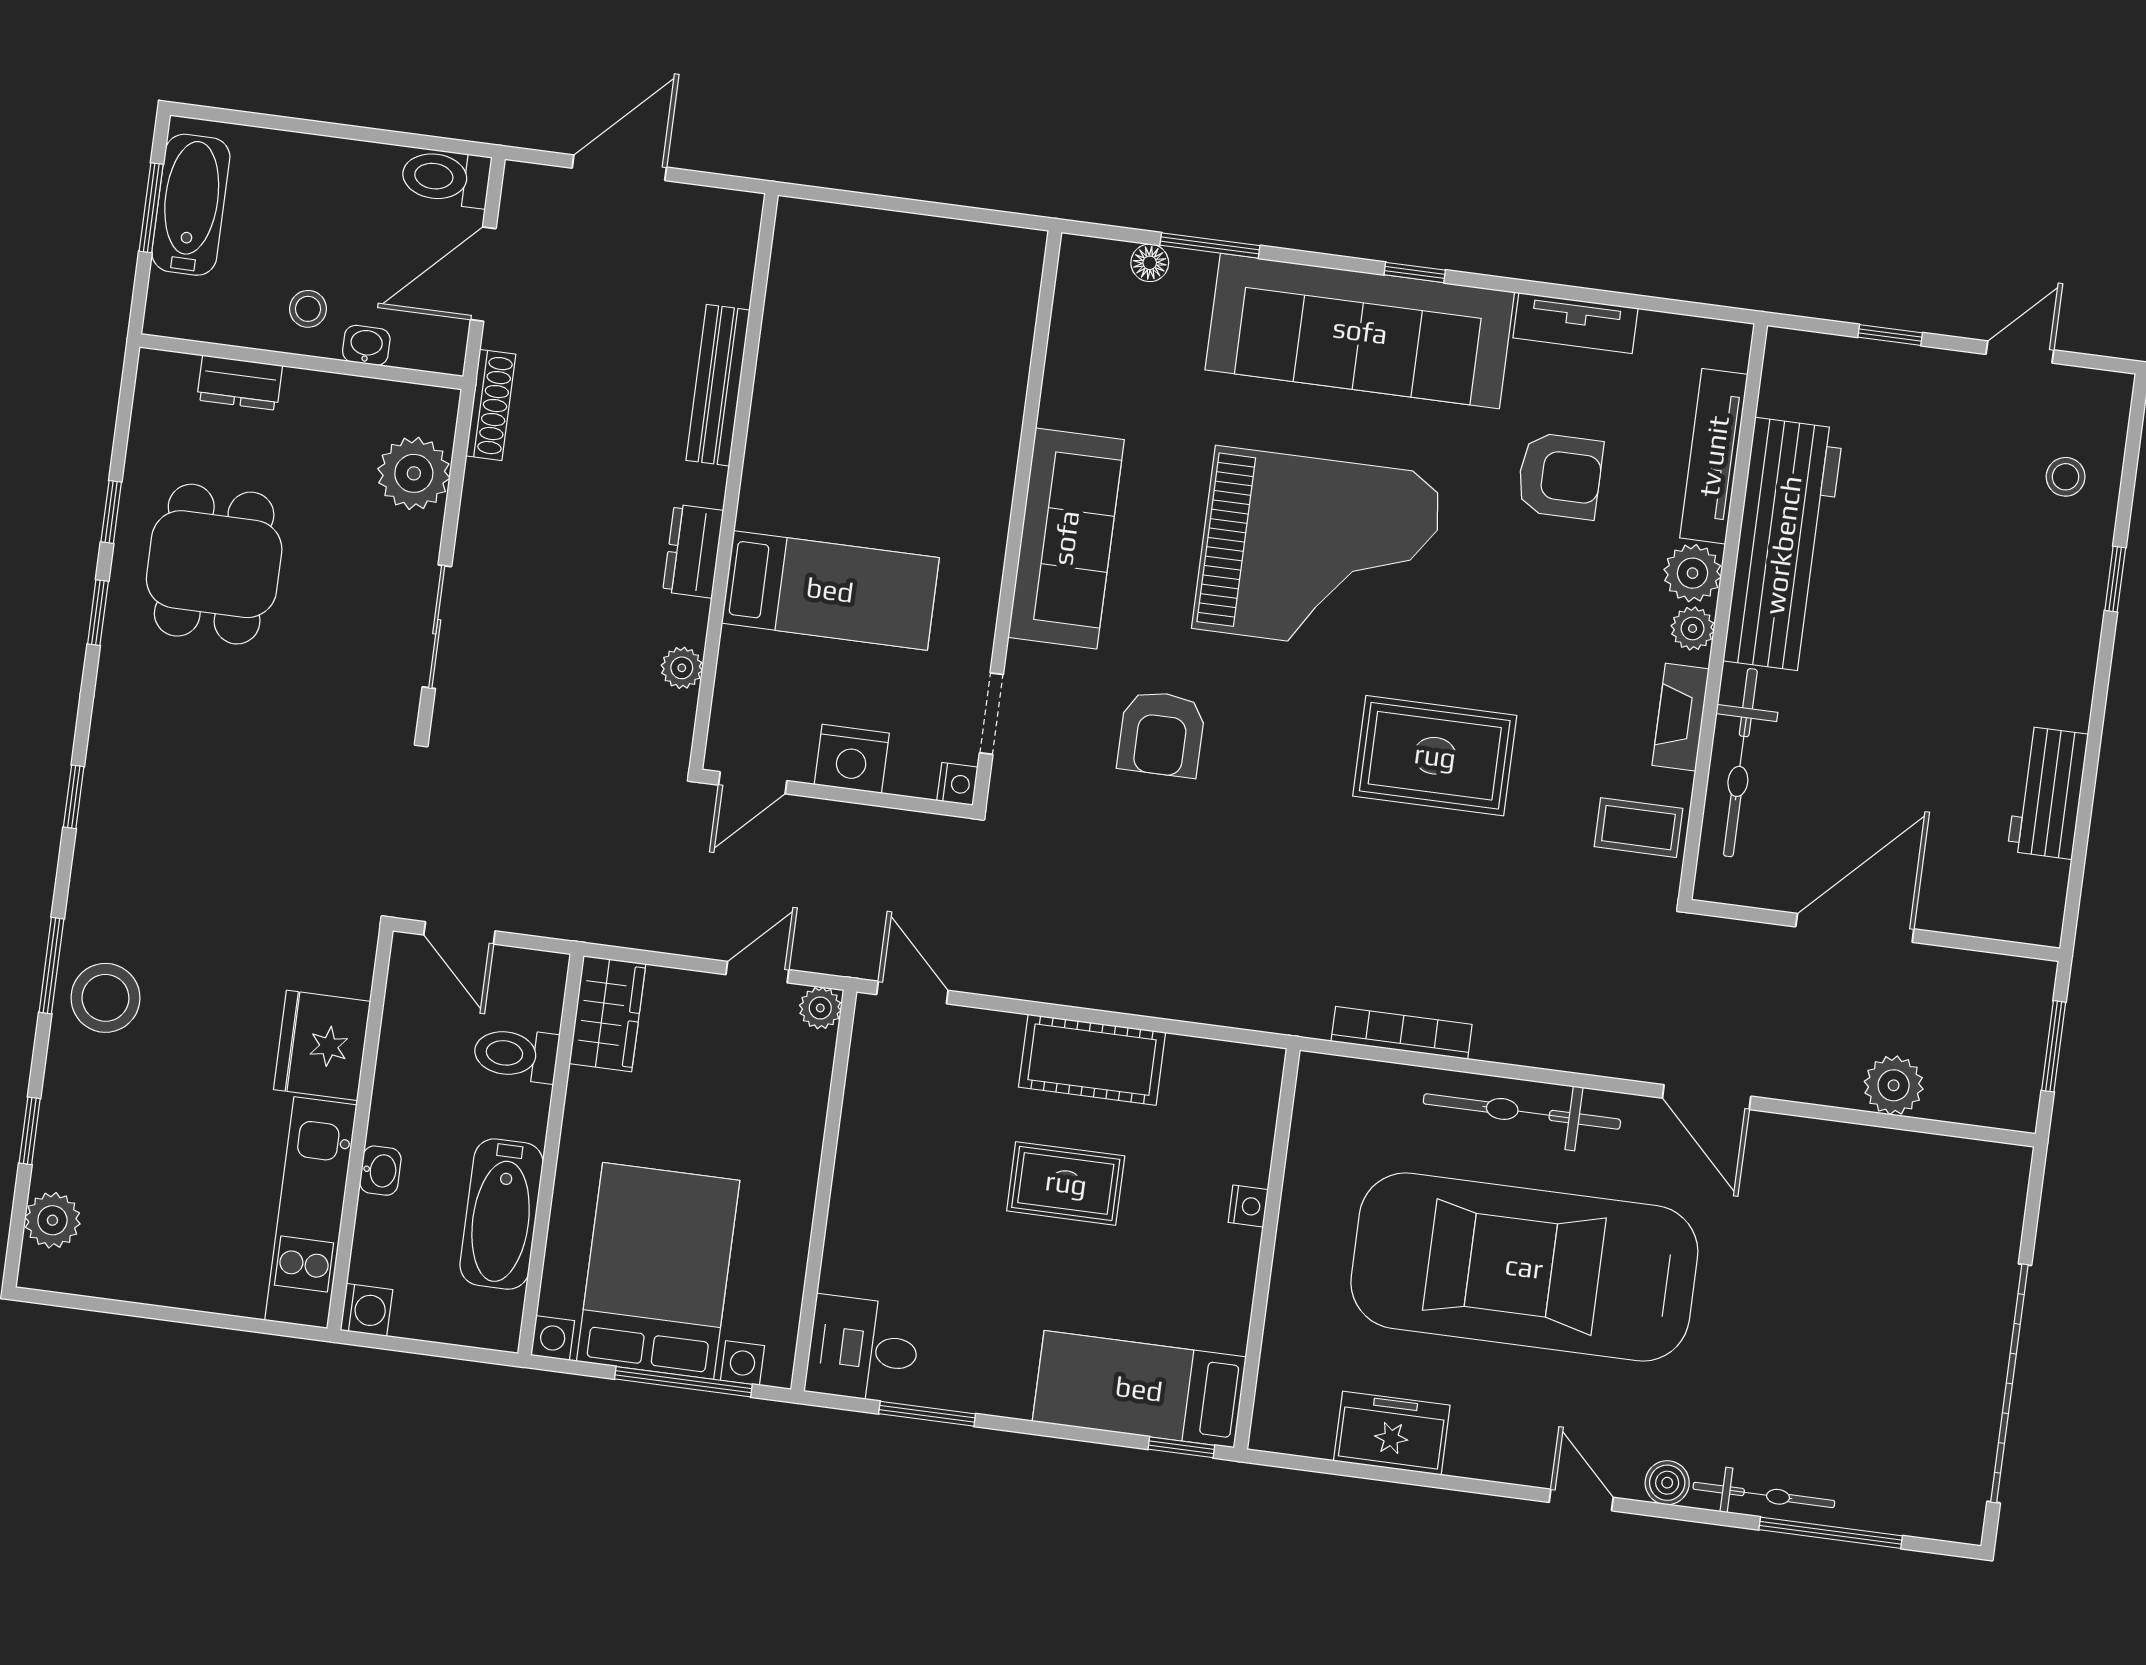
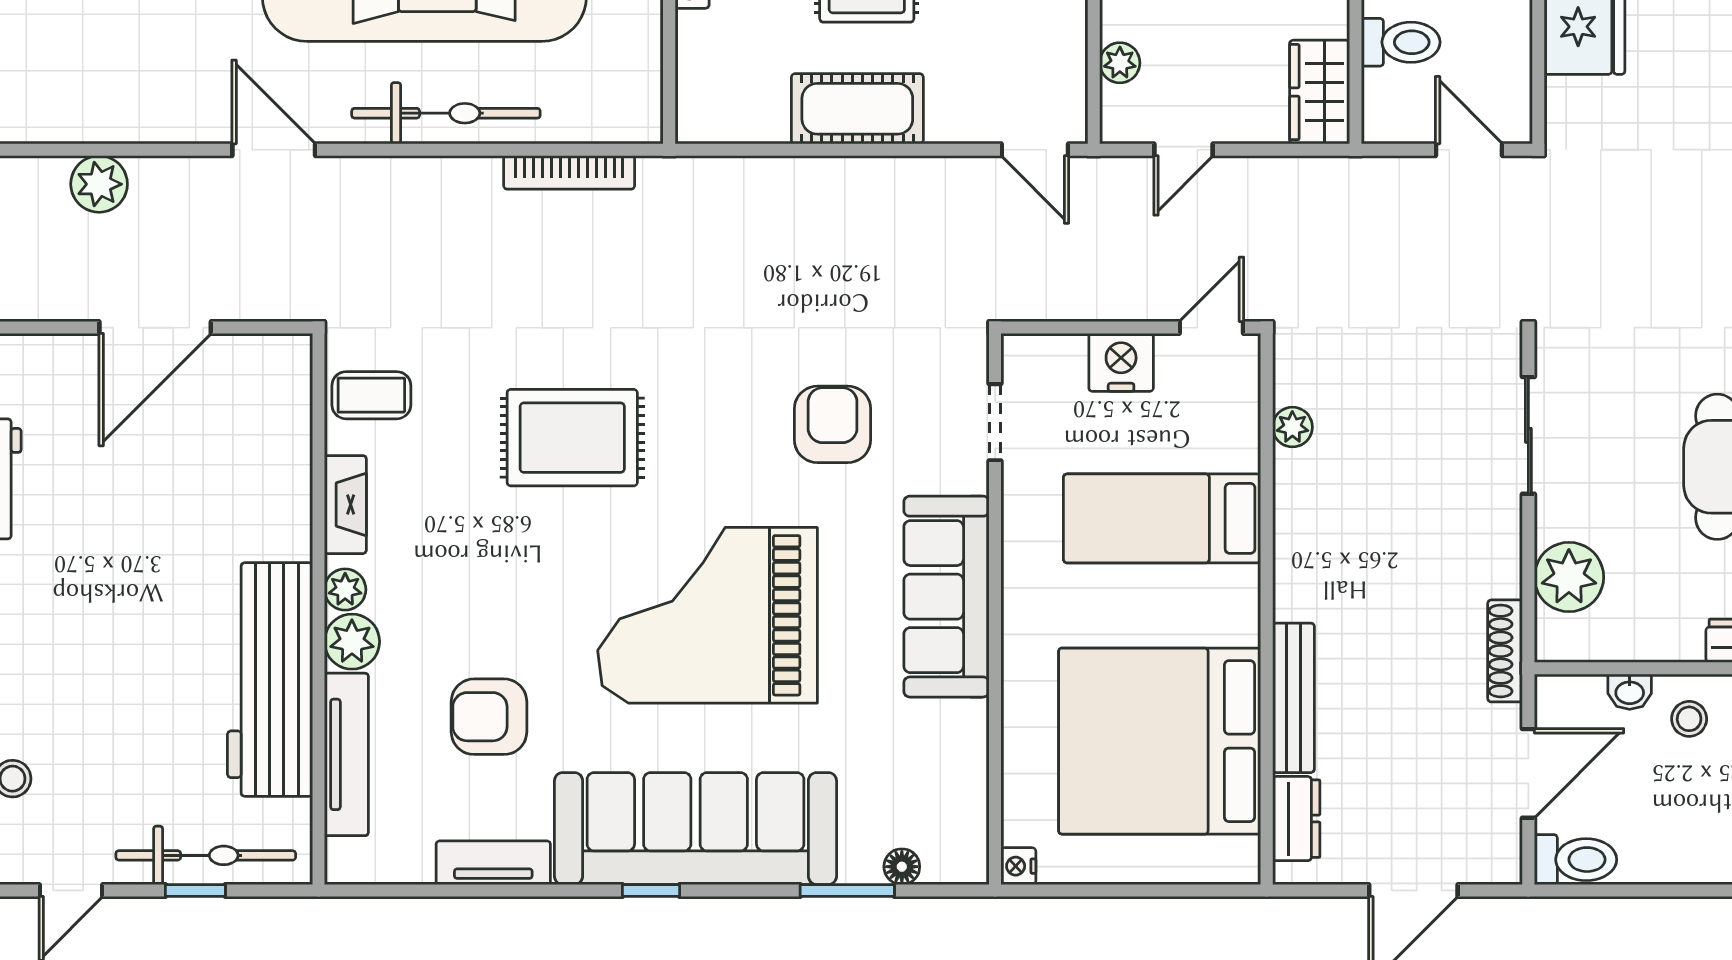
bed: (864, 358) -> (1160, 741), added
dresser: (693, 551) -> (1296, 819), moved
bicycle: (1740, 763) -> (206, 855), moved, turned 90
nightstand: (957, 784) -> (1018, 866), moved
plant: (820, 1008) -> (1120, 63), moved

